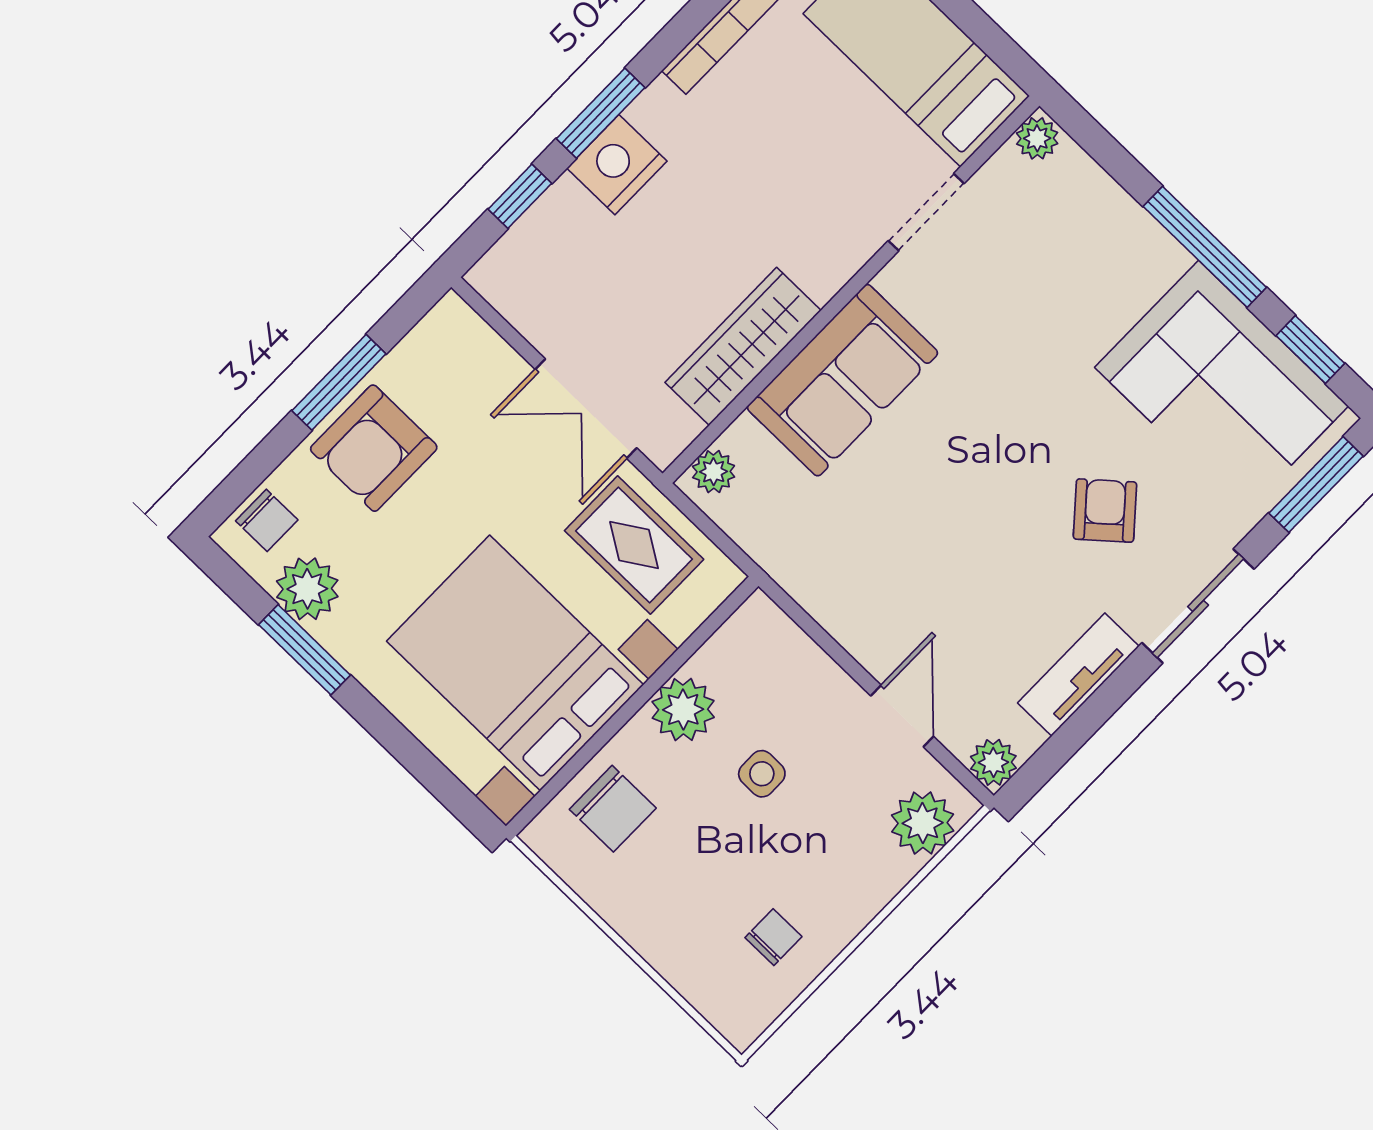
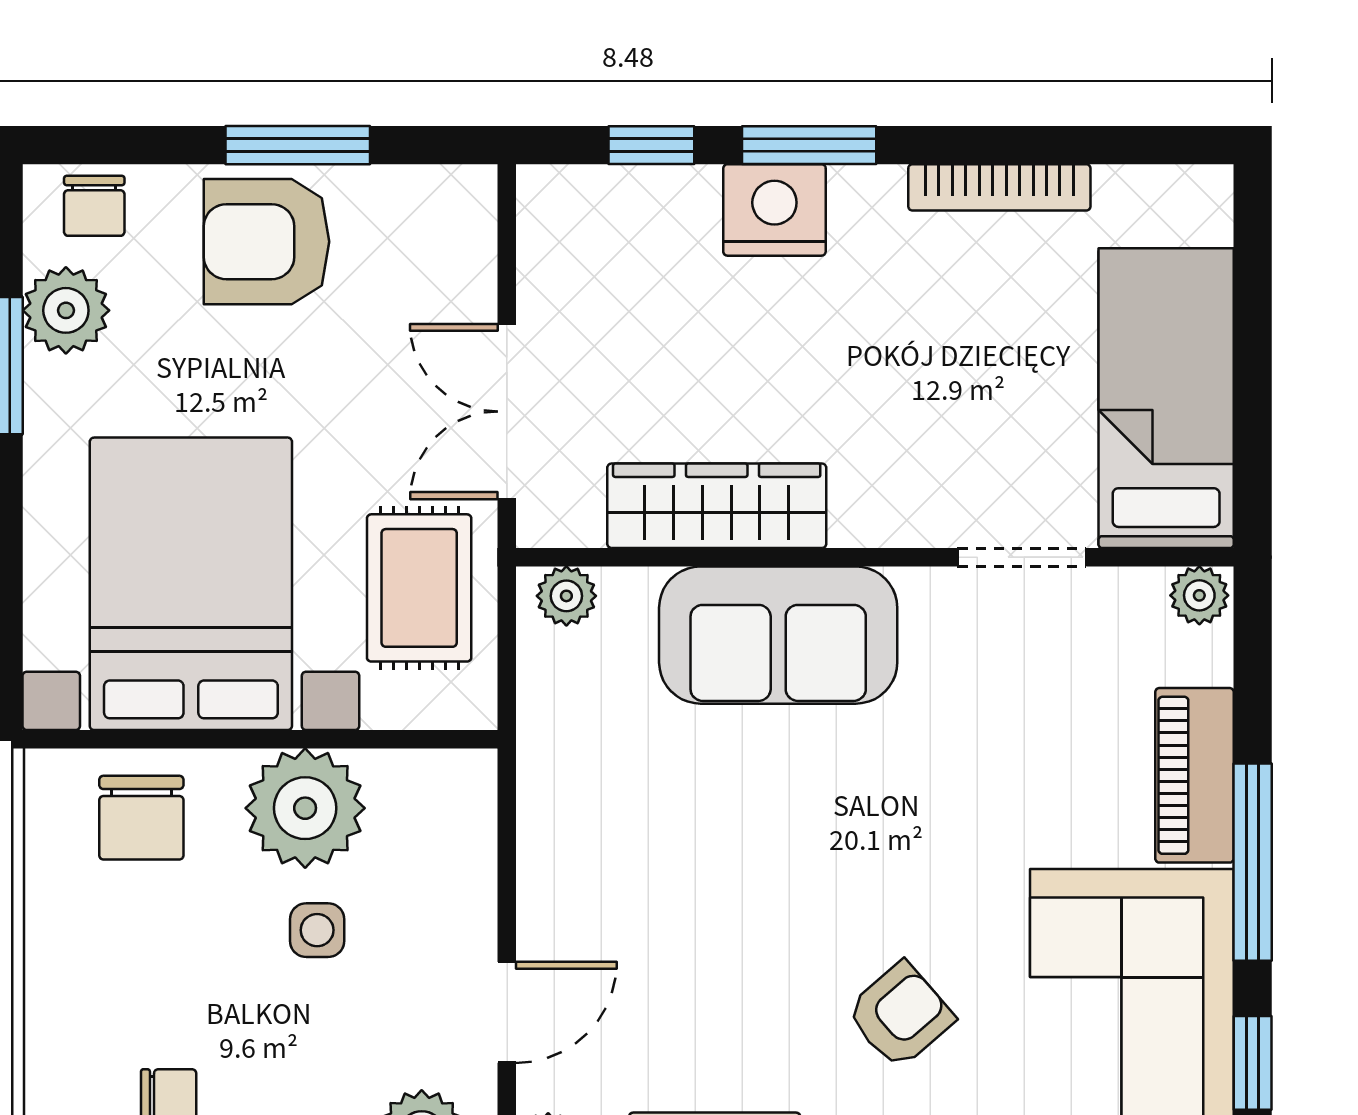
piano: (1129, 233) -> (1194, 775), added
plant: (683, 709) -> (305, 808), width x1.36, depth x1.36

